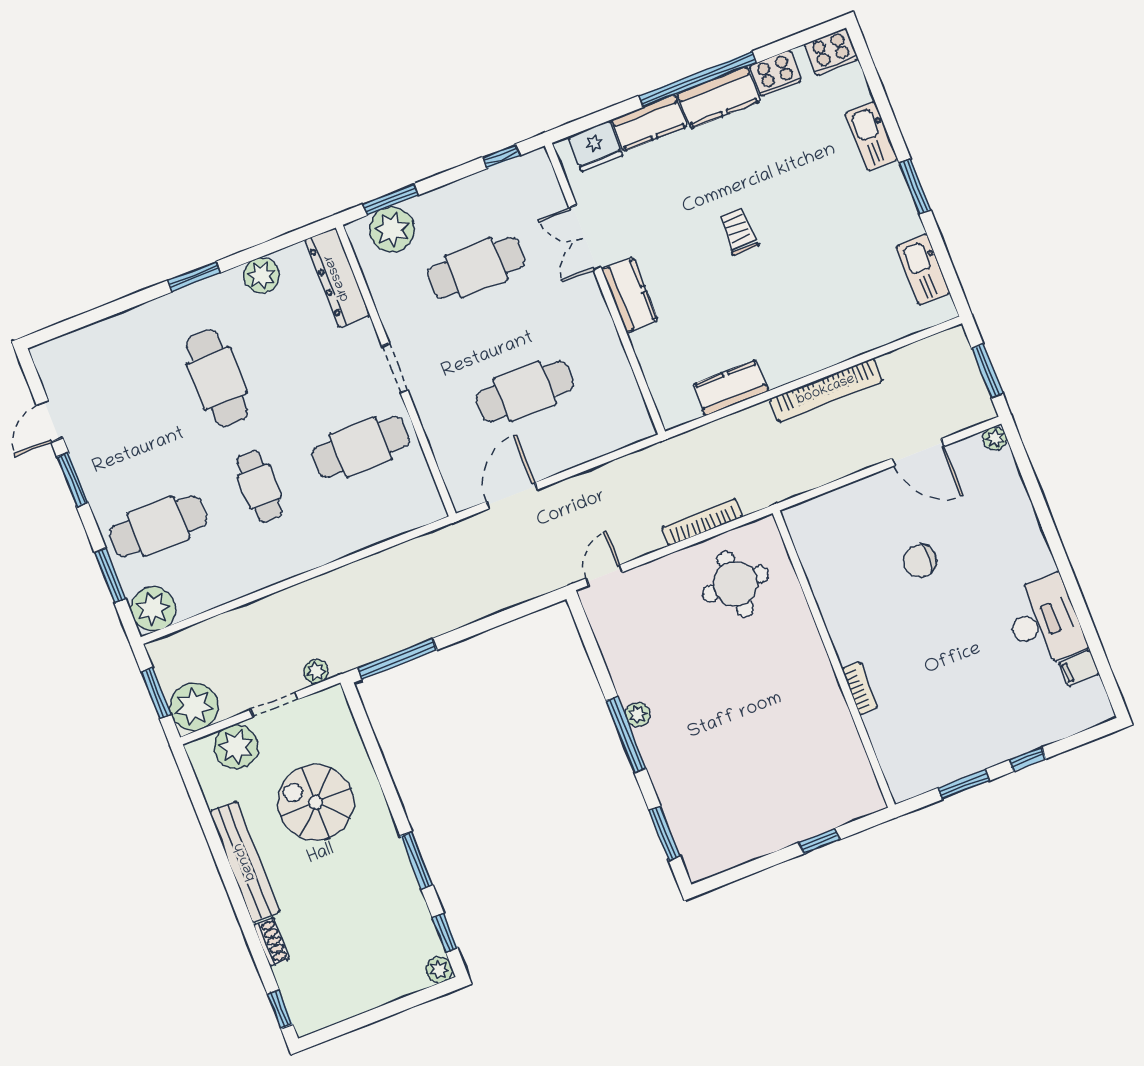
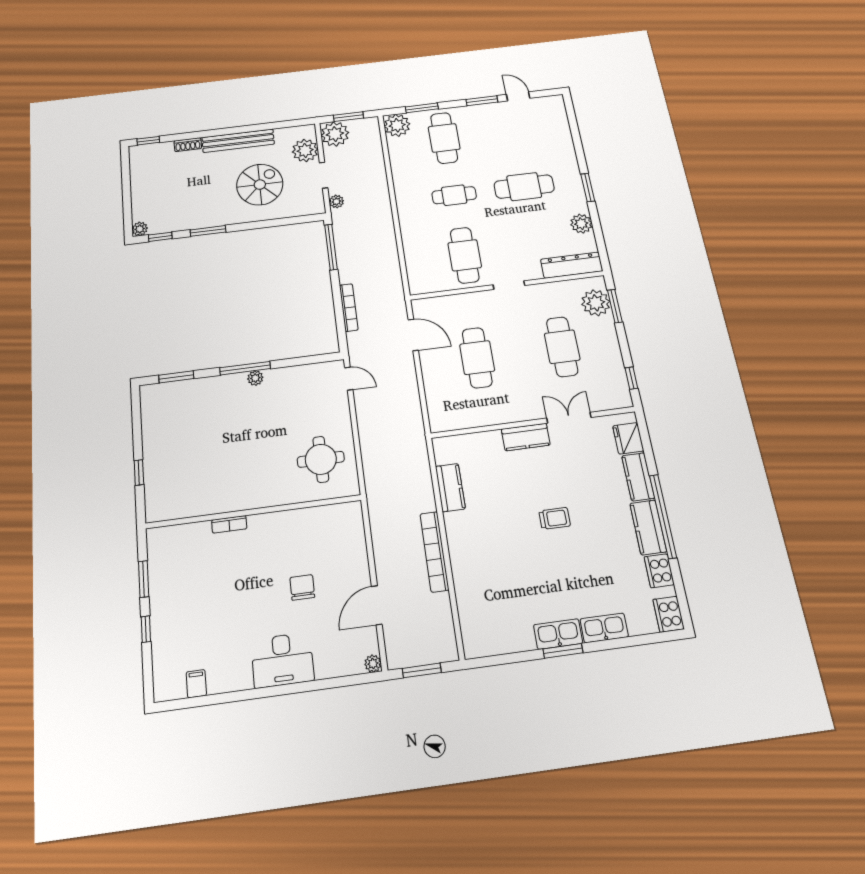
kitchen sink: (923, 270) -> (558, 634), moved
bookcase: (702, 522) -> (349, 307), moved
desk: (1044, 621) -> (282, 660), moved

